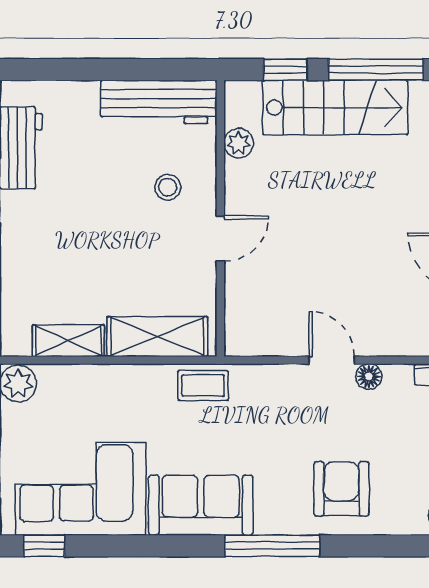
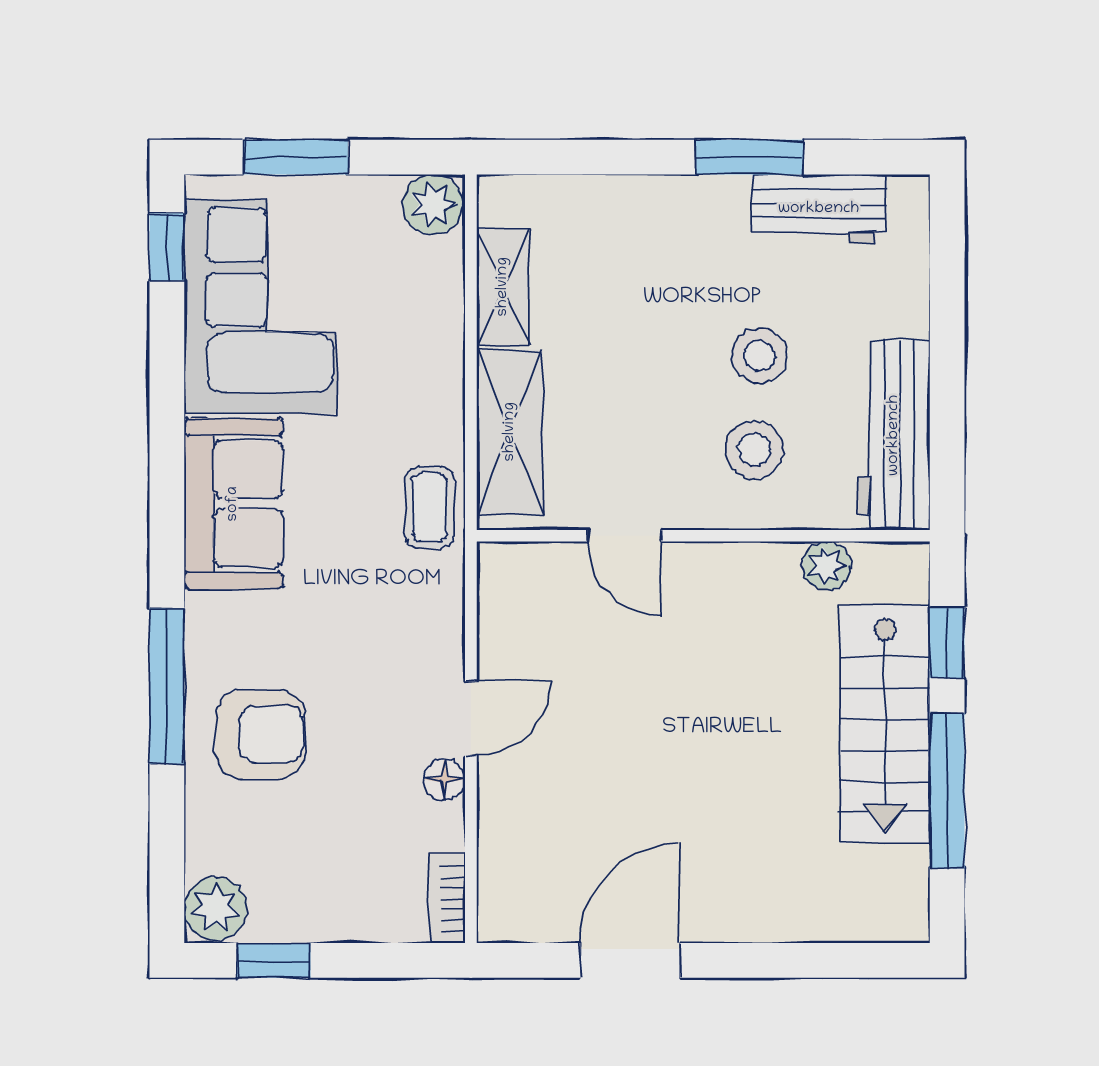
stool: (110, 184) -> (759, 356), added
stool: (168, 187) -> (754, 450), width x1.37, depth x1.37
door: (220, 238) -> (624, 536), moved
window: (272, 546) -> (167, 686), moved

